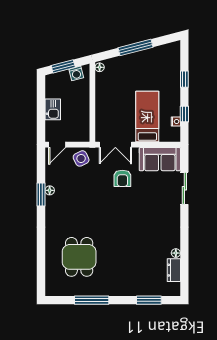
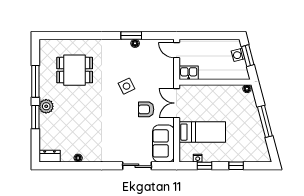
washing machine: (76, 73) -> (238, 55), moved
kitchen sink: (53, 109) -> (189, 73), moved, turned 180
side table: (81, 158) -> (127, 86), moved
dresser: (174, 270) -> (50, 156), moved
plant: (119, 288) -> (46, 106), added
window: (149, 300) -> (35, 117), moved

